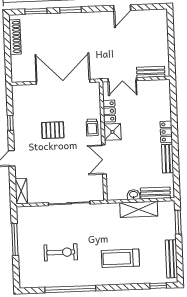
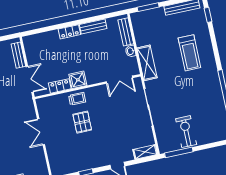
double door: (63, 82) -> (41, 132), width x0.54
pallet: (53, 130) -> (82, 122), moved
double door: (104, 160) -> (119, 80), moved
shelving: (139, 209) -> (147, 63), moved
window: (15, 240) -> (179, 152), moved
exercise bike: (61, 252) -> (186, 132), moved

